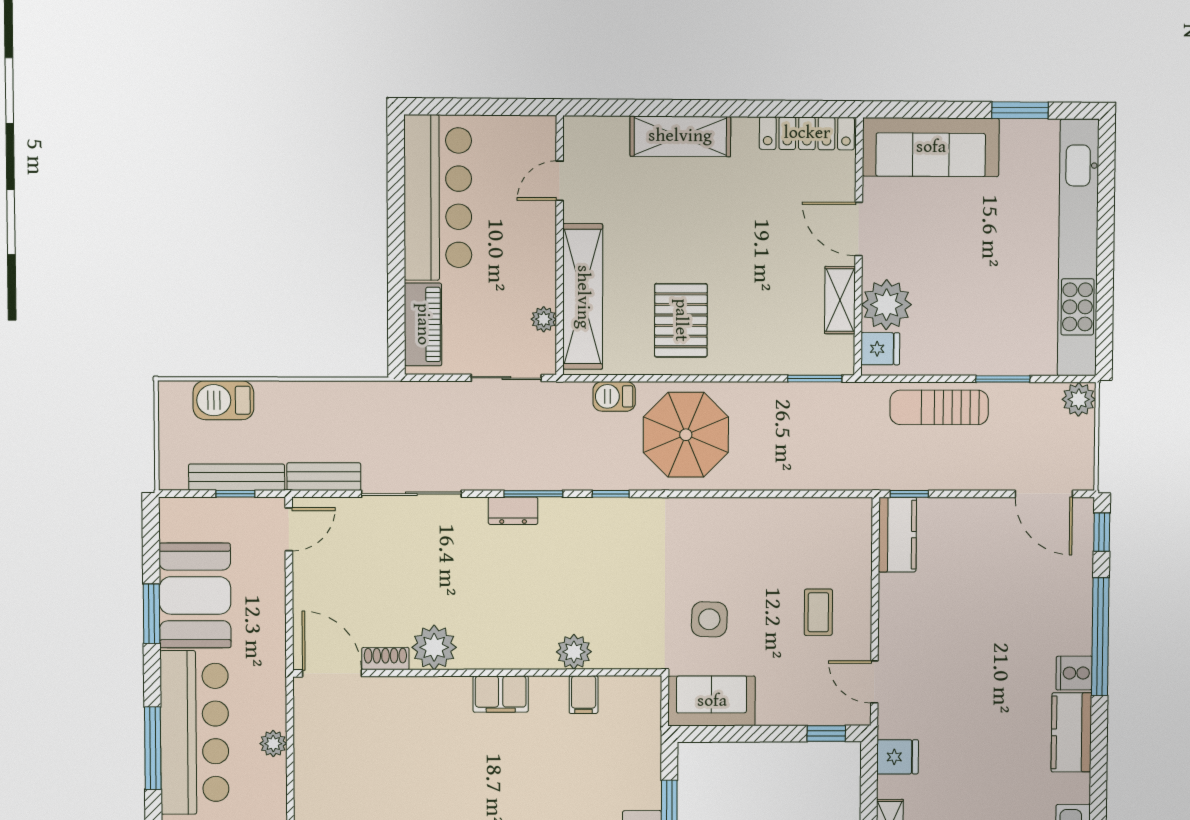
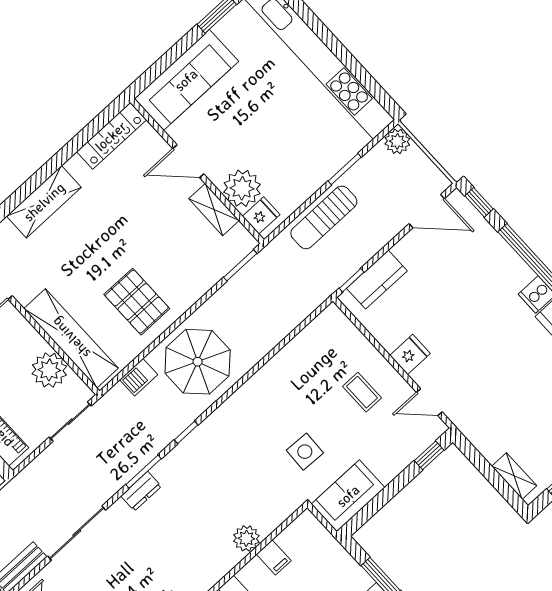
plant: (544, 319) -> (49, 370), width x1.87, depth x1.87
kitchen counter: (897, 535) -> (377, 280), moved, turned 90
fridge: (898, 757) -> (410, 354), moved

